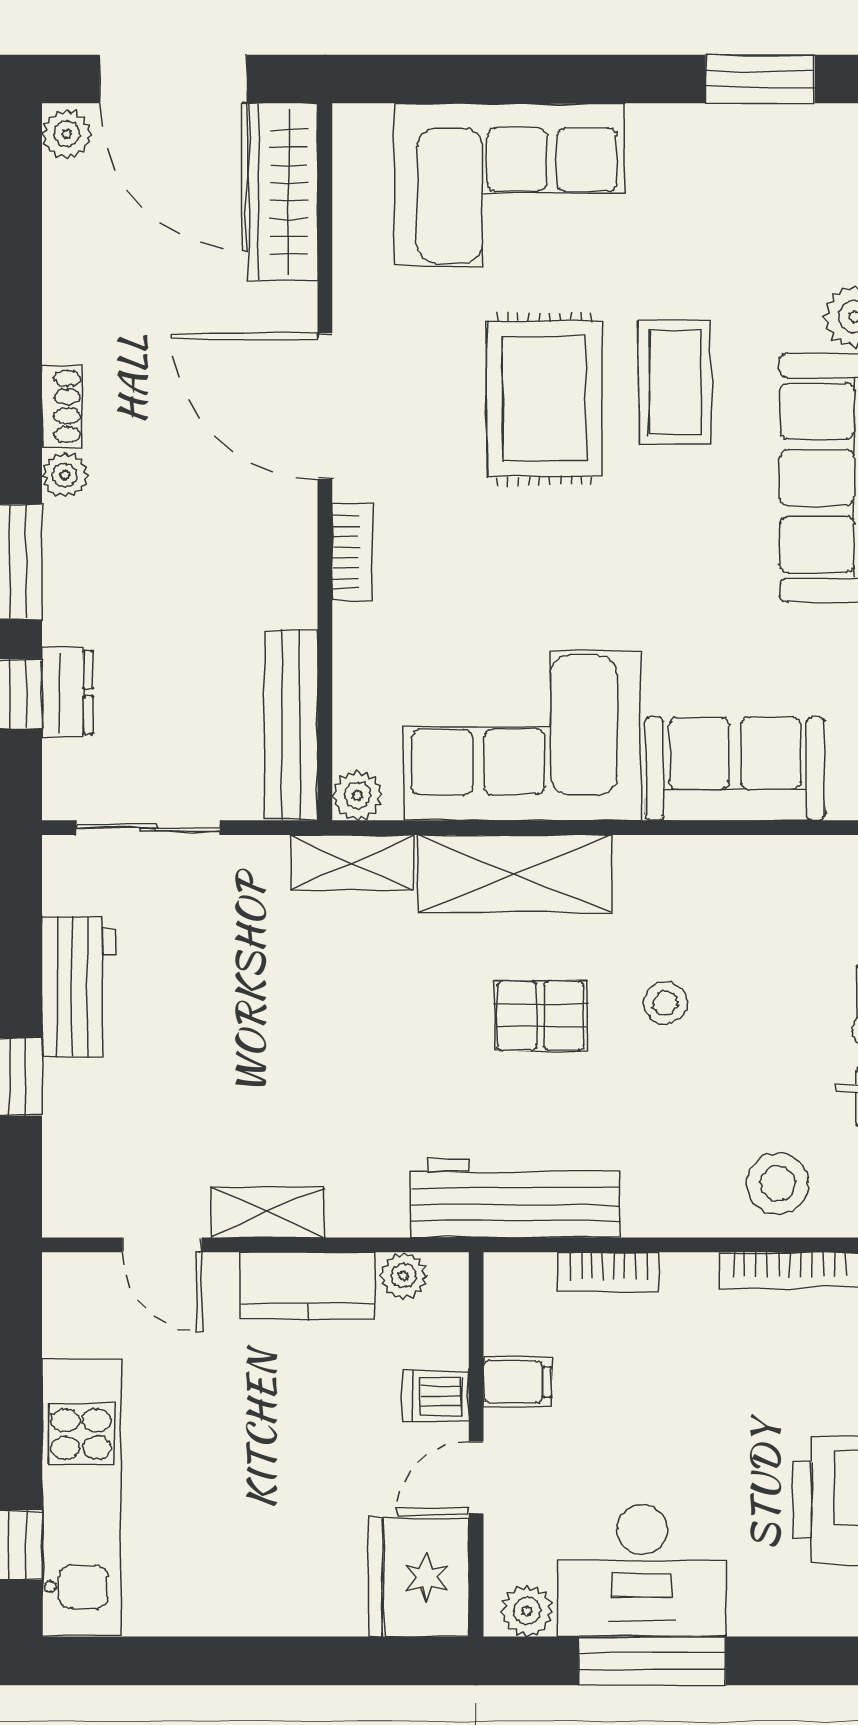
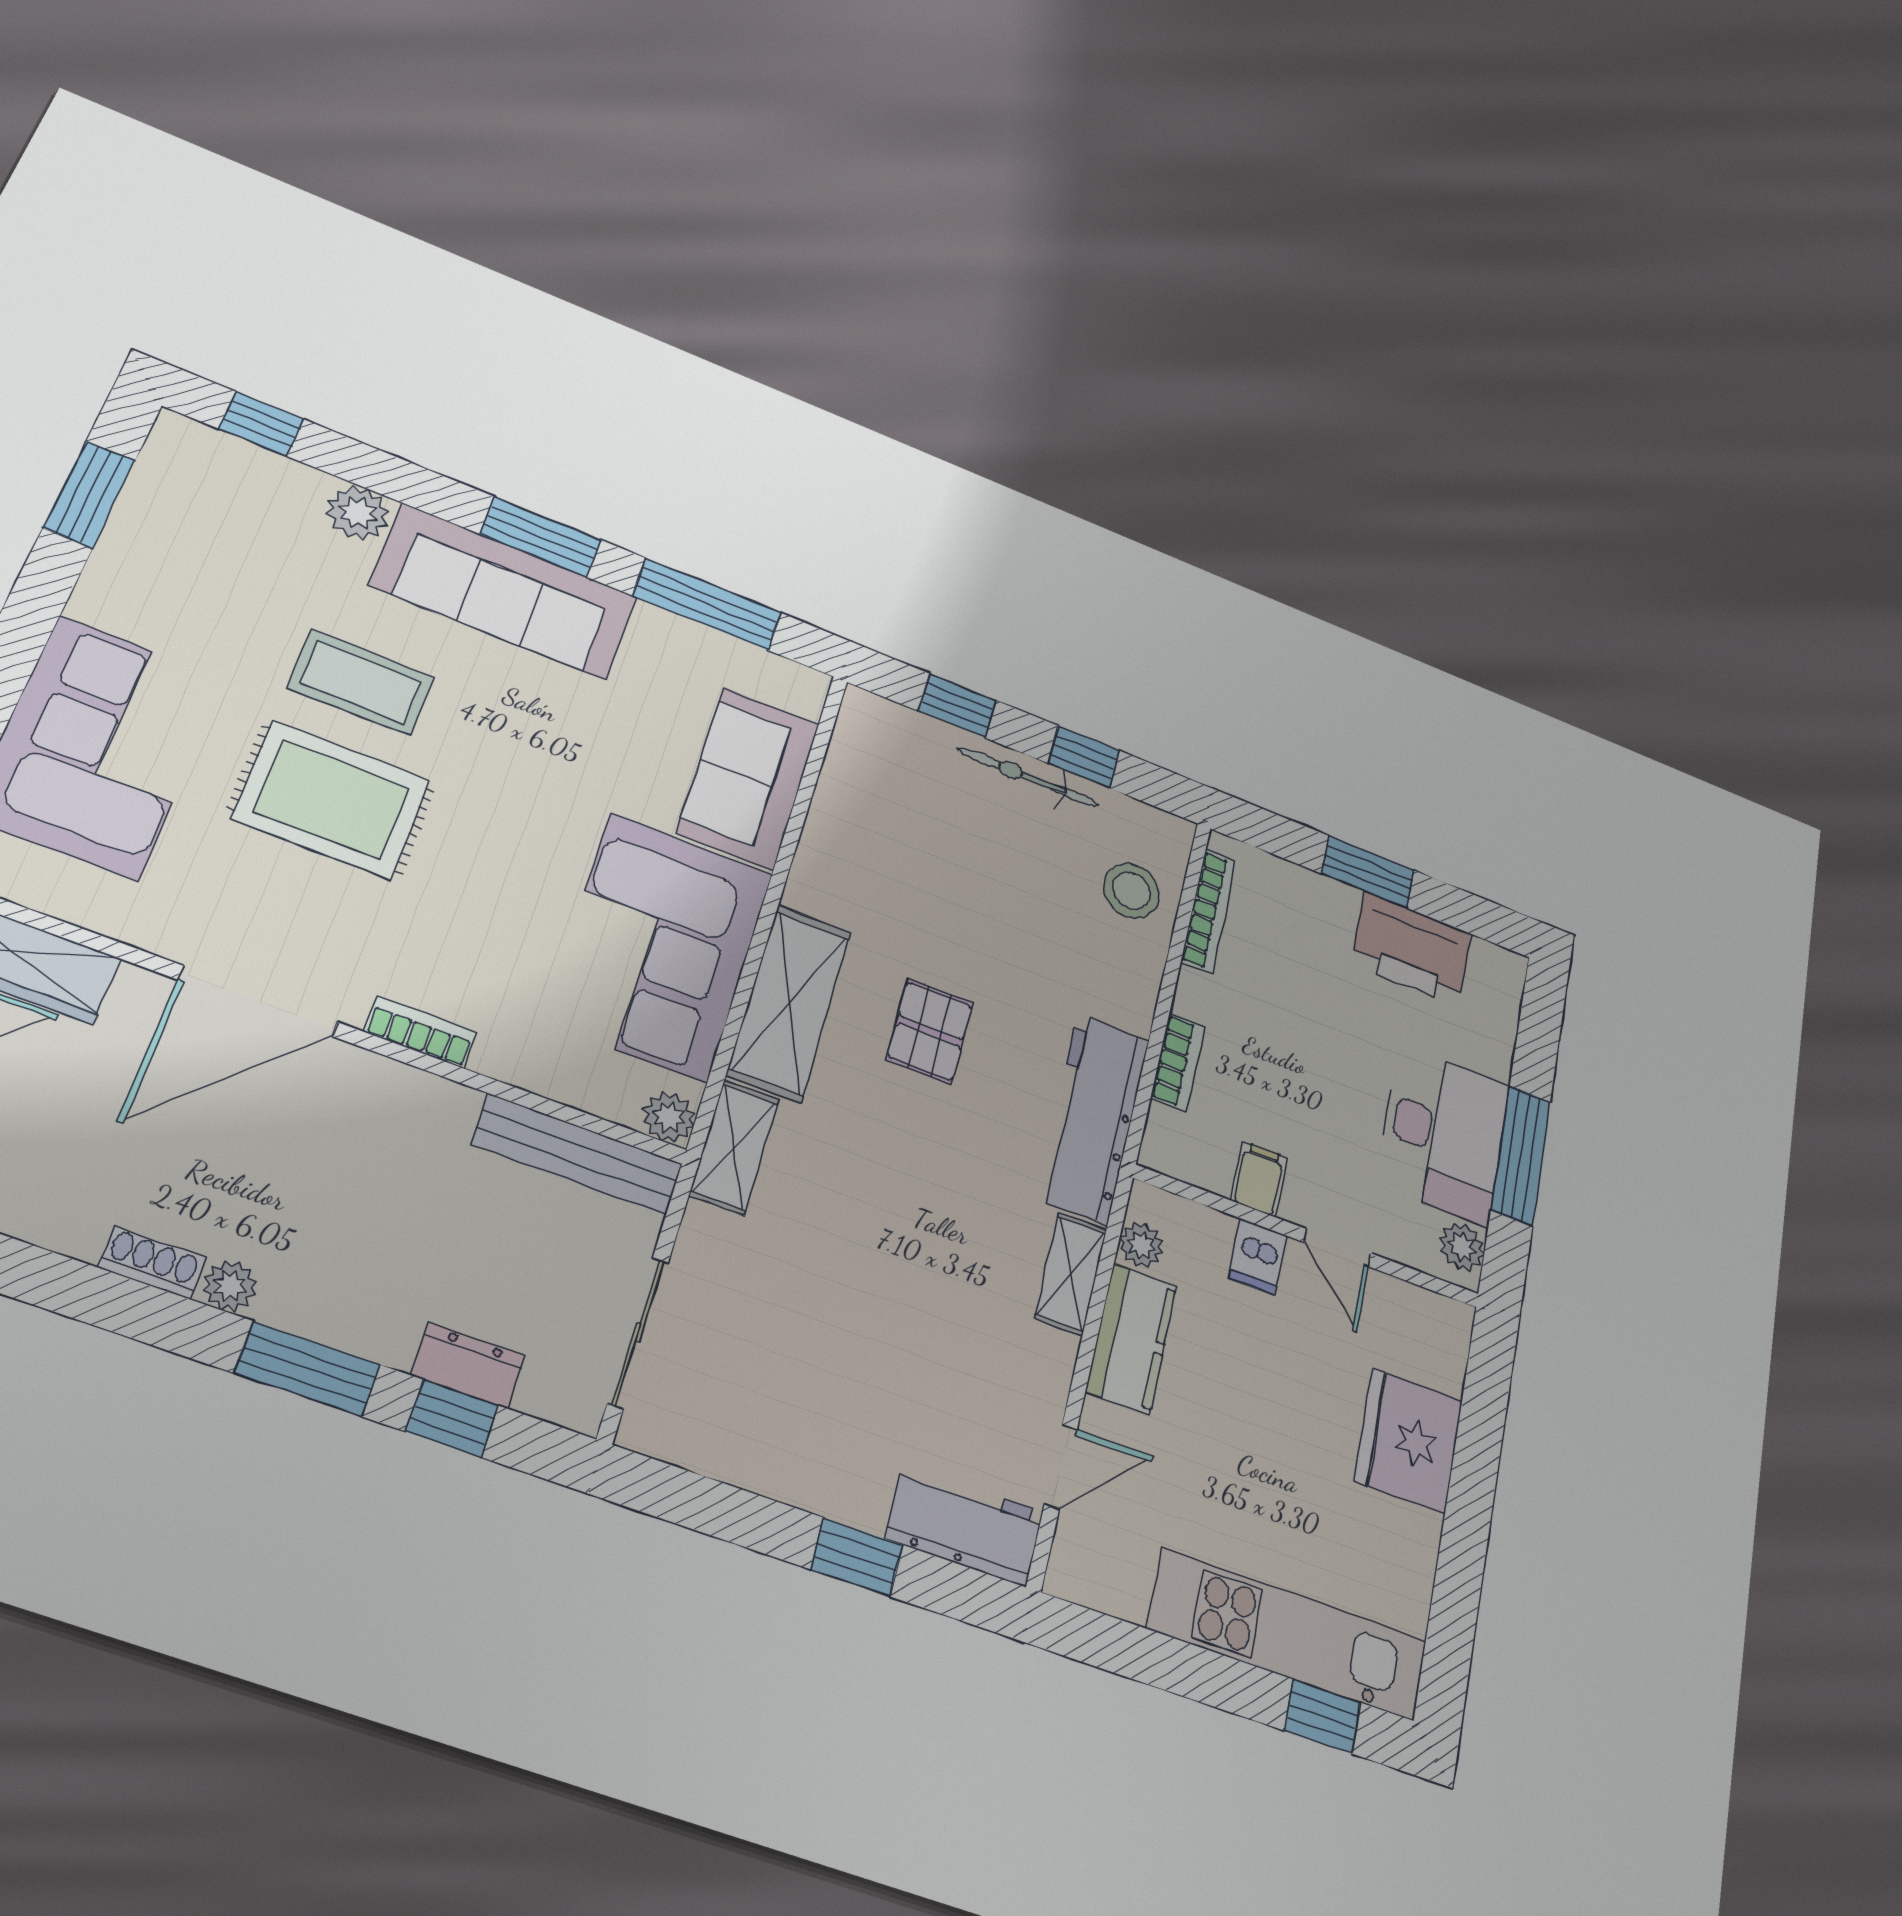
workbench: (78, 987) -> (965, 1525), moved
stool: (665, 1003) -> (947, 920), removed
shelving: (267, 1212) -> (1071, 1274), moved
fridge: (419, 1577) -> (1408, 1440), moved, turned 90

